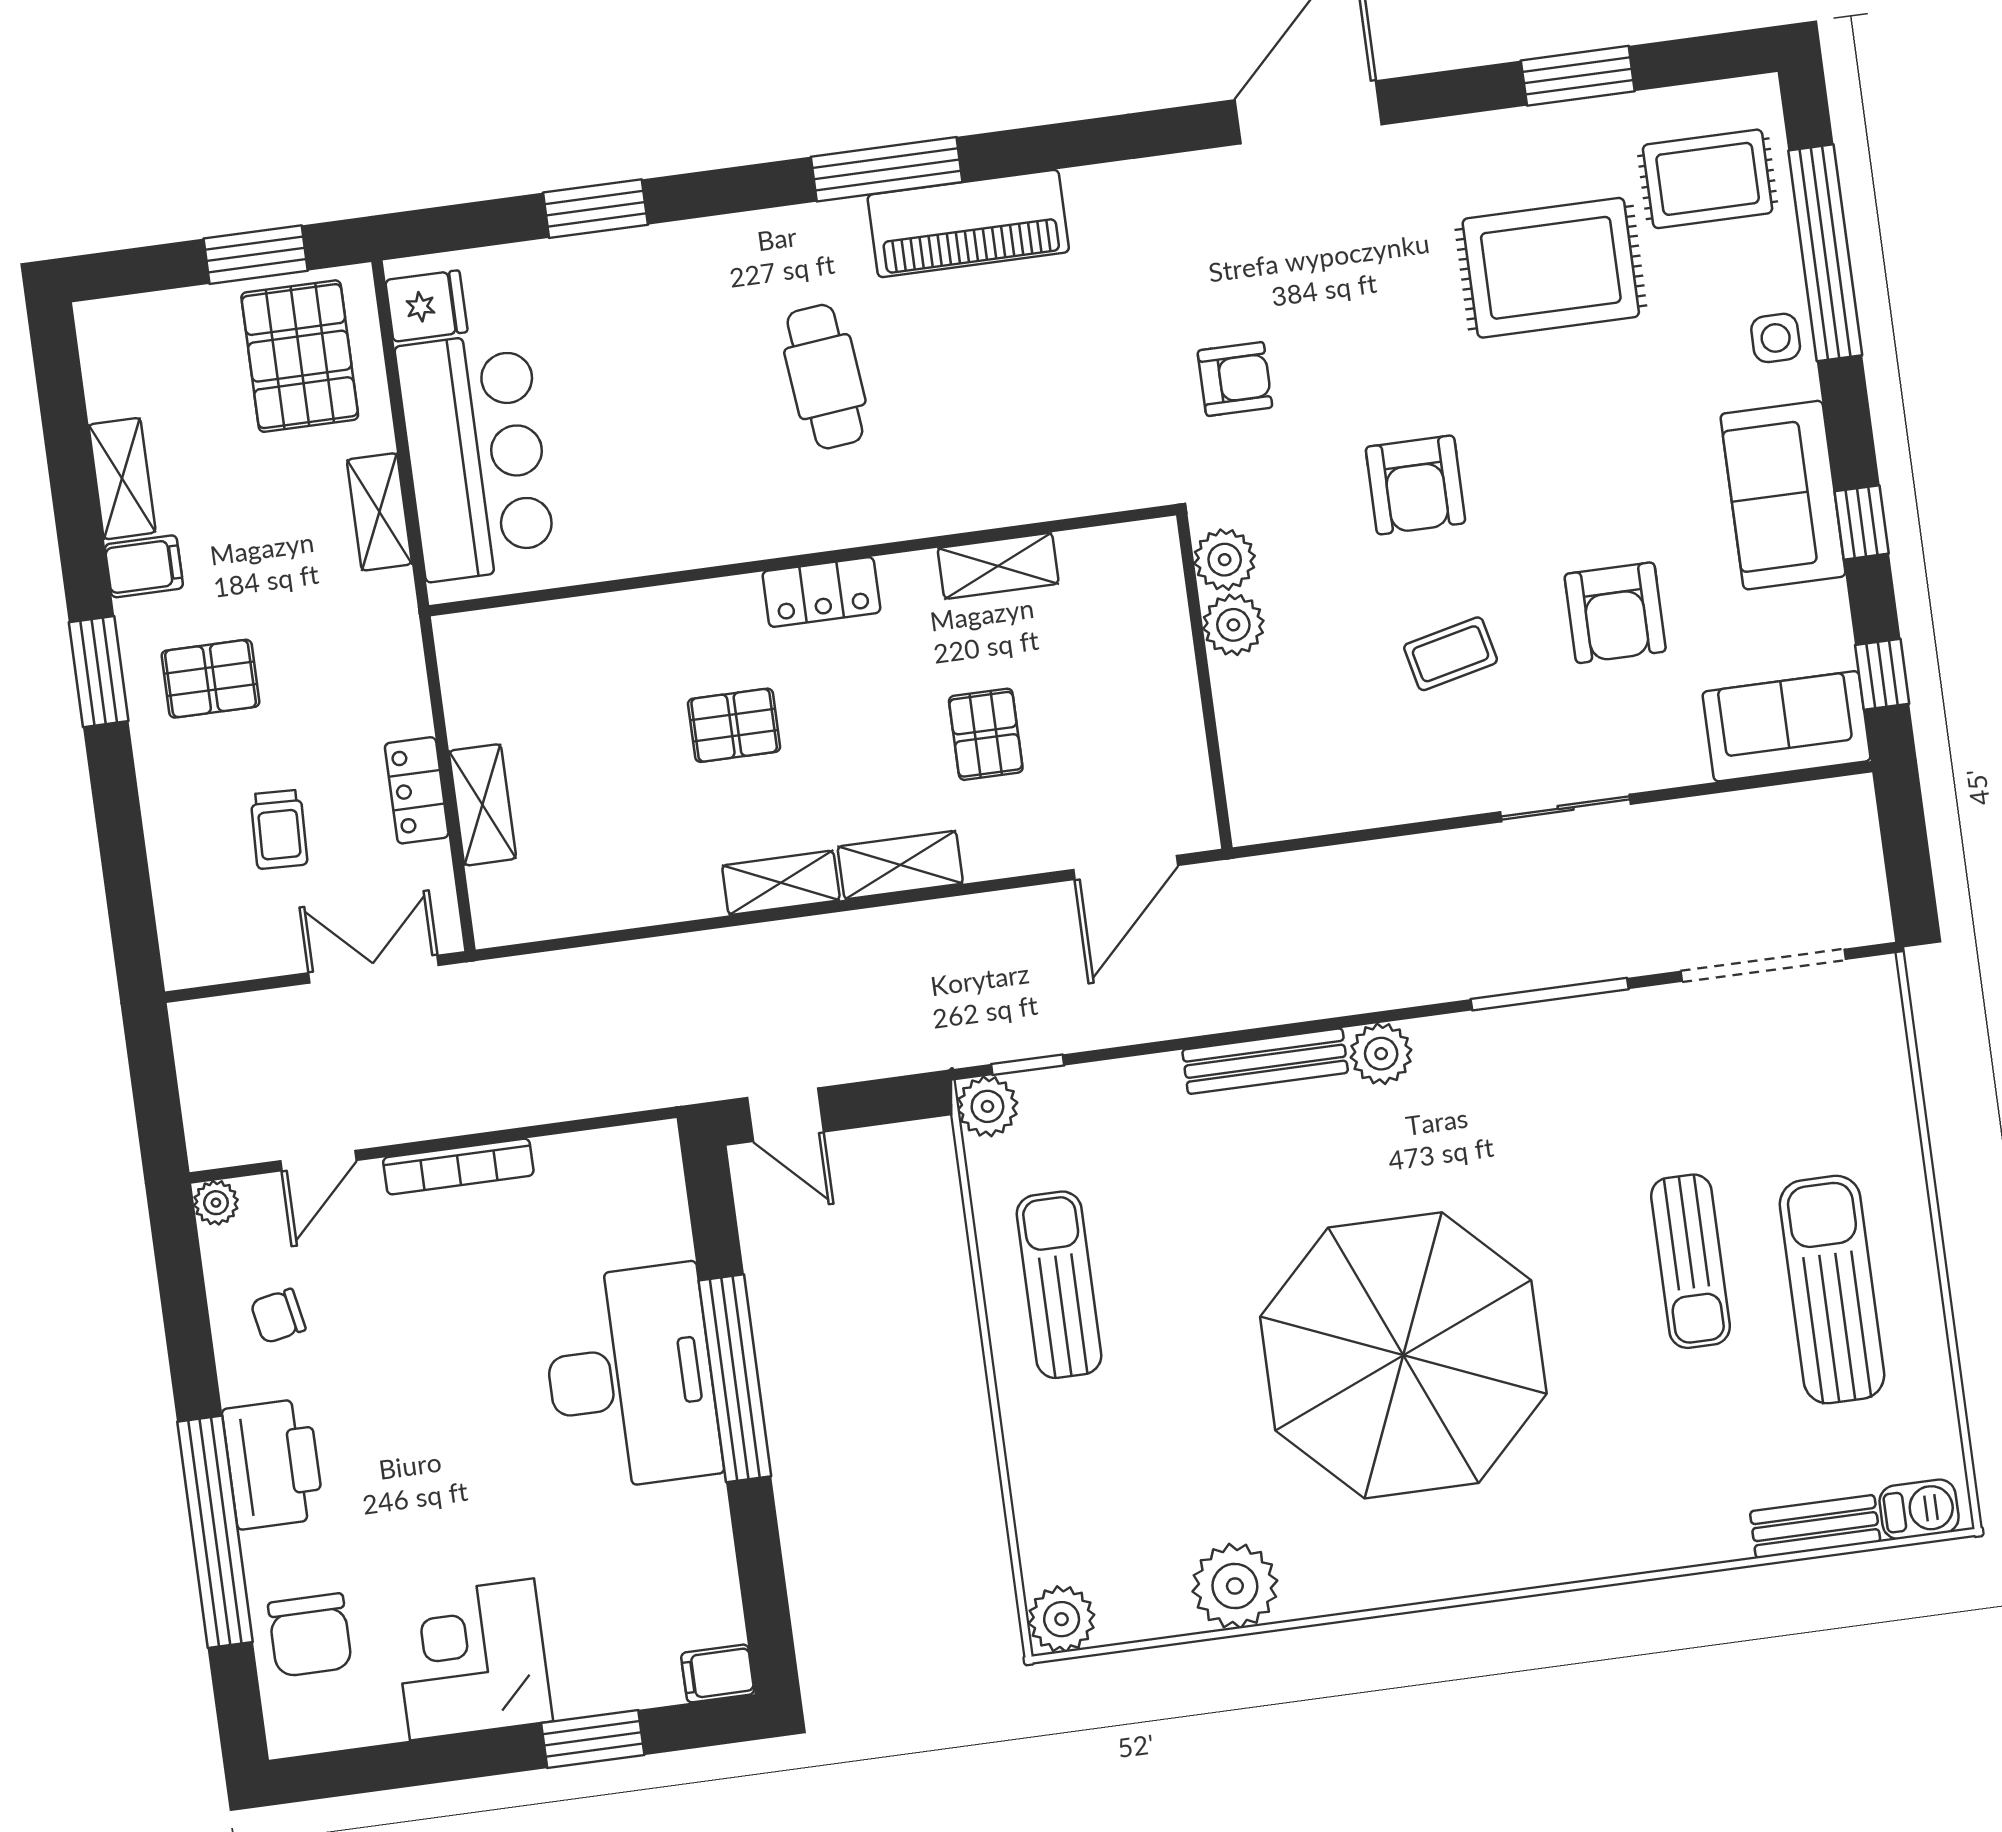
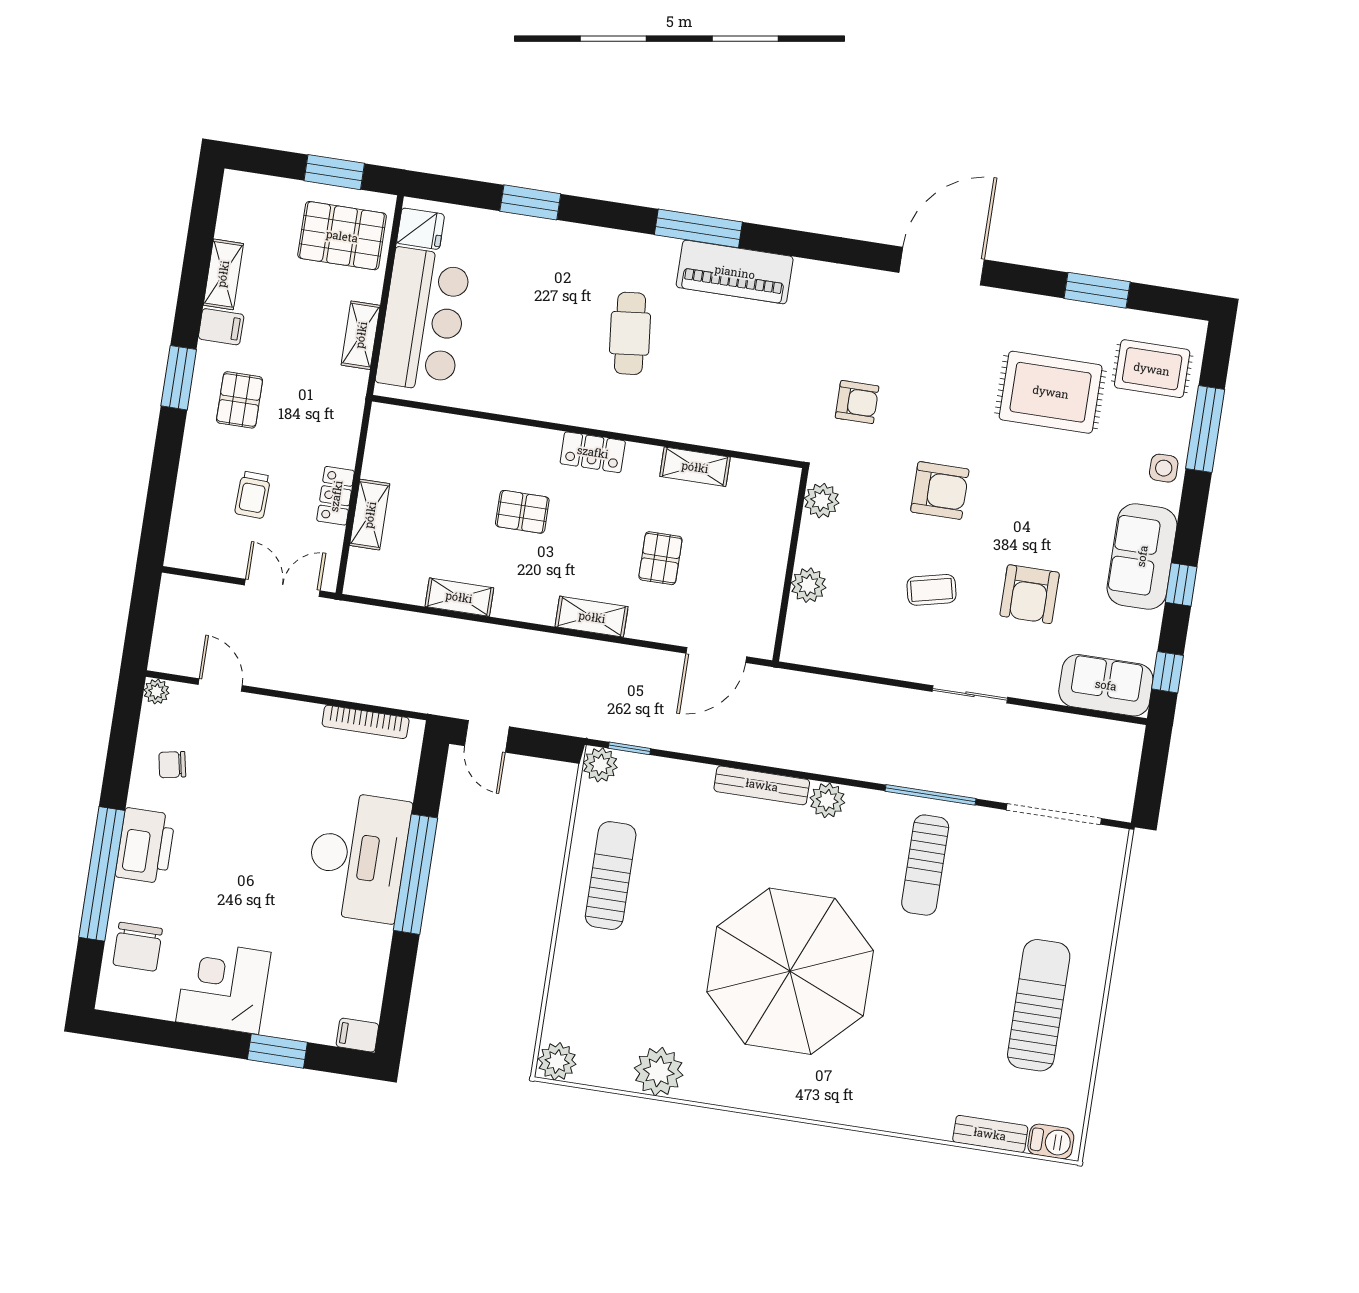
window: (1825, 253) -> (1205, 429), width x0.68
pallet: (300, 356) -> (342, 236), turned 90
armchair: (1415, 485) -> (940, 490), turned -90
plant: (1233, 625) -> (809, 585), moved
pallet: (210, 679) -> (240, 400), turned 90
shelving: (781, 883) -> (459, 597), moved
door: (318, 1161) -> (220, 685), swing flipped
bookcase: (458, 1167) -> (366, 722), moved
sun lounger: (1690, 1261) -> (925, 865), moved

